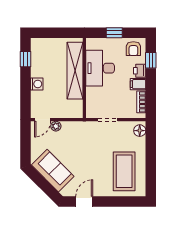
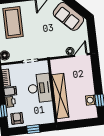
desk: (100, 68) -> (40, 88), moved
washing machine: (37, 84) -> (91, 100), moved

